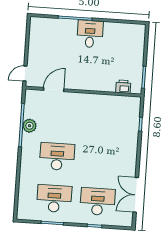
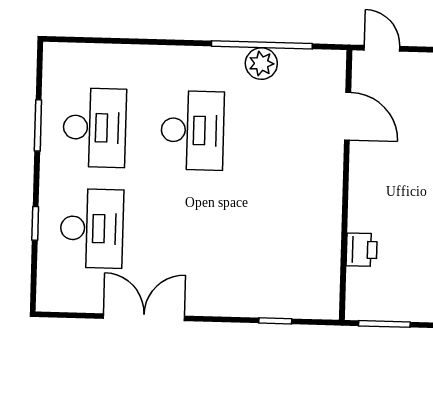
printer: (123, 87) -> (362, 250), moved
double door: (136, 195) -> (144, 317), moved

